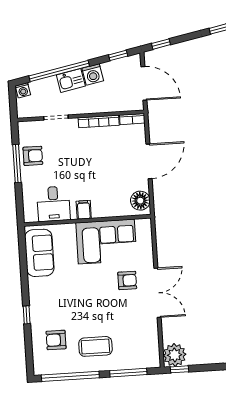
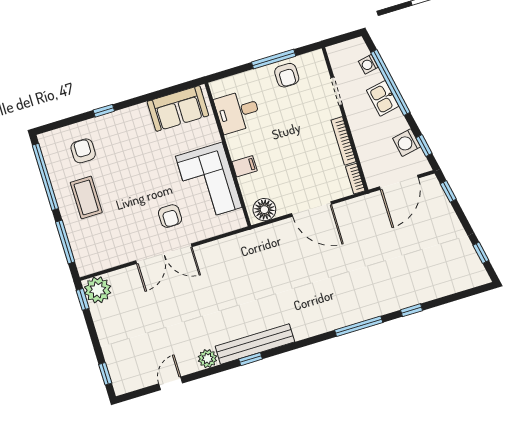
washing machine: (93, 74) -> (407, 143), moved
washing machine: (23, 90) -> (368, 64), moved
filing cabinet: (84, 210) -> (245, 166), moved

